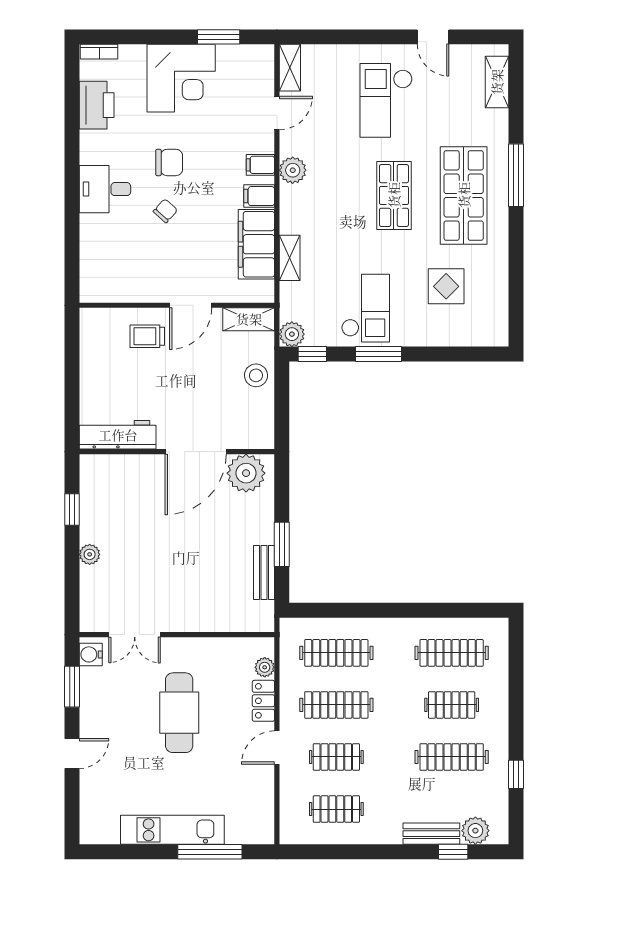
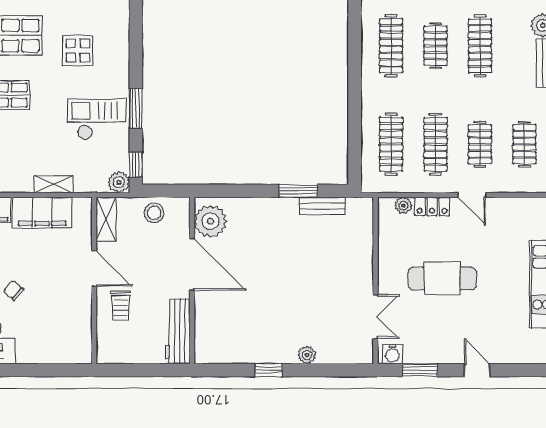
workbench: (118, 435) -> (178, 331), moved
wall: (177, 452) -> (192, 280), moved
door: (196, 452) -> (192, 264), moved
plant: (246, 473) -> (210, 221), moved

